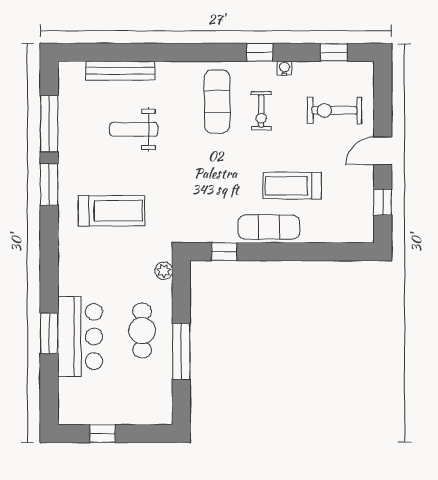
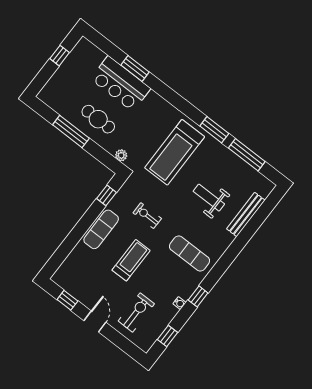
exercise bike: (261, 111) -> (147, 216), moved
weight bench: (134, 129) -> (209, 198), turned -90
treadmill: (292, 186) -> (131, 260), moved
treadmill: (112, 211) -> (175, 152), width x1.37, depth x1.38

